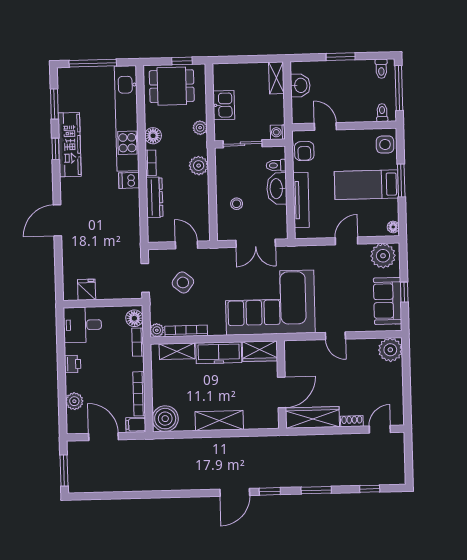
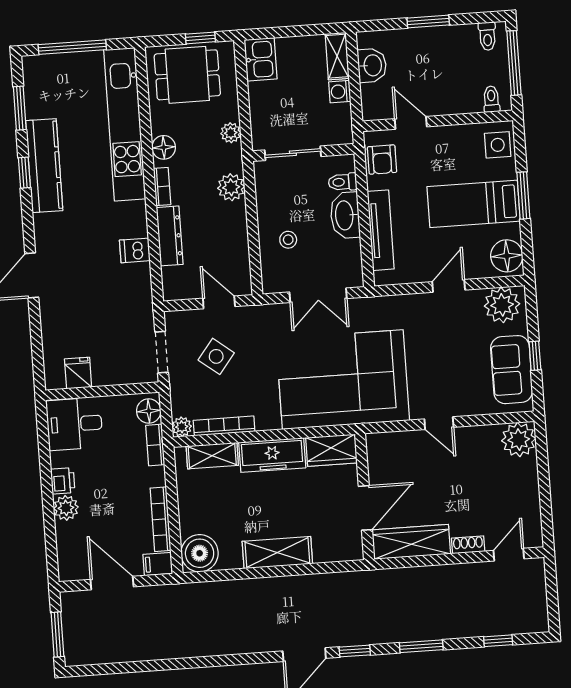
kitchen sink: (224, 105) -> (261, 59), moved
washing machine: (278, 132) -> (340, 92), moved
dishwasher: (129, 180) -> (135, 250), moved
floor lamp: (393, 227) -> (507, 256), width x1.89, depth x1.89
plant: (74, 401) -> (66, 508), moved

